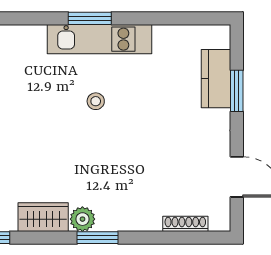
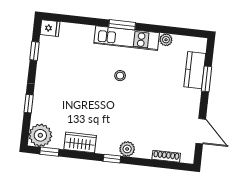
plant: (164, 35) -> (166, 40), added
plant: (82, 219) -> (127, 149), moved
window: (98, 238) -> (112, 159), width x0.67

